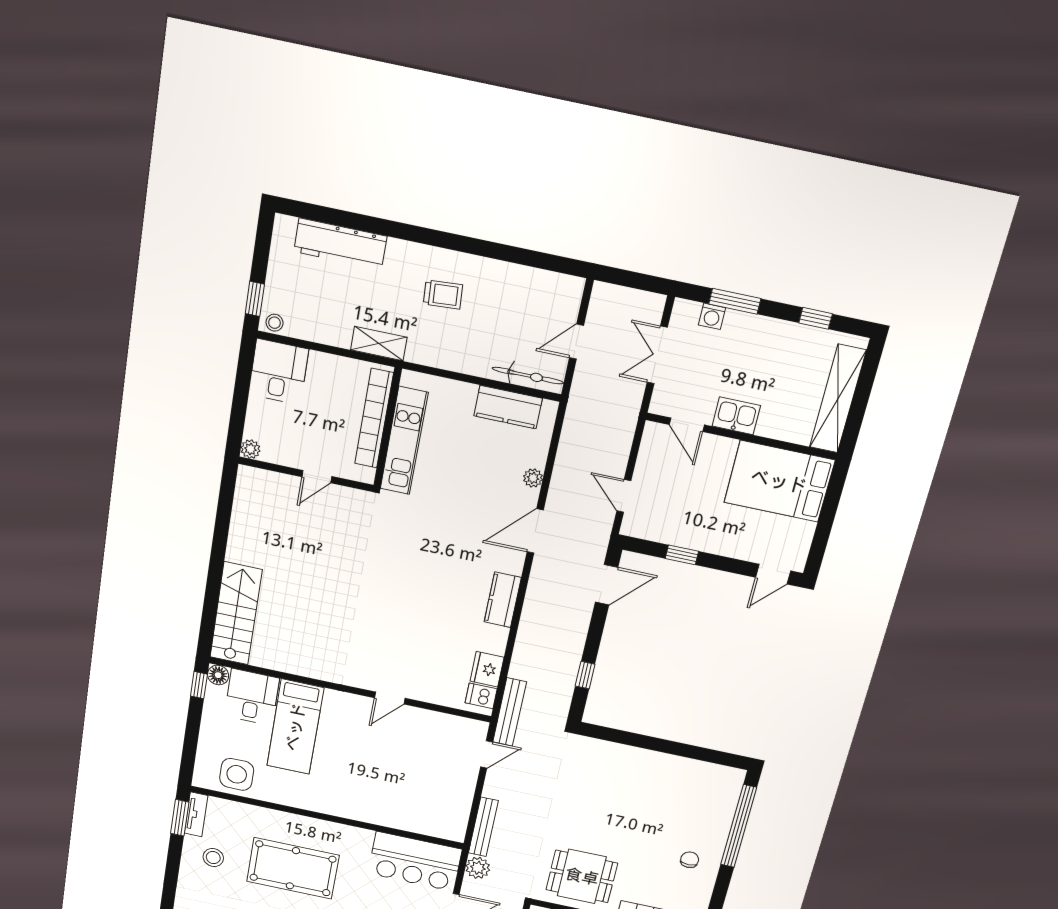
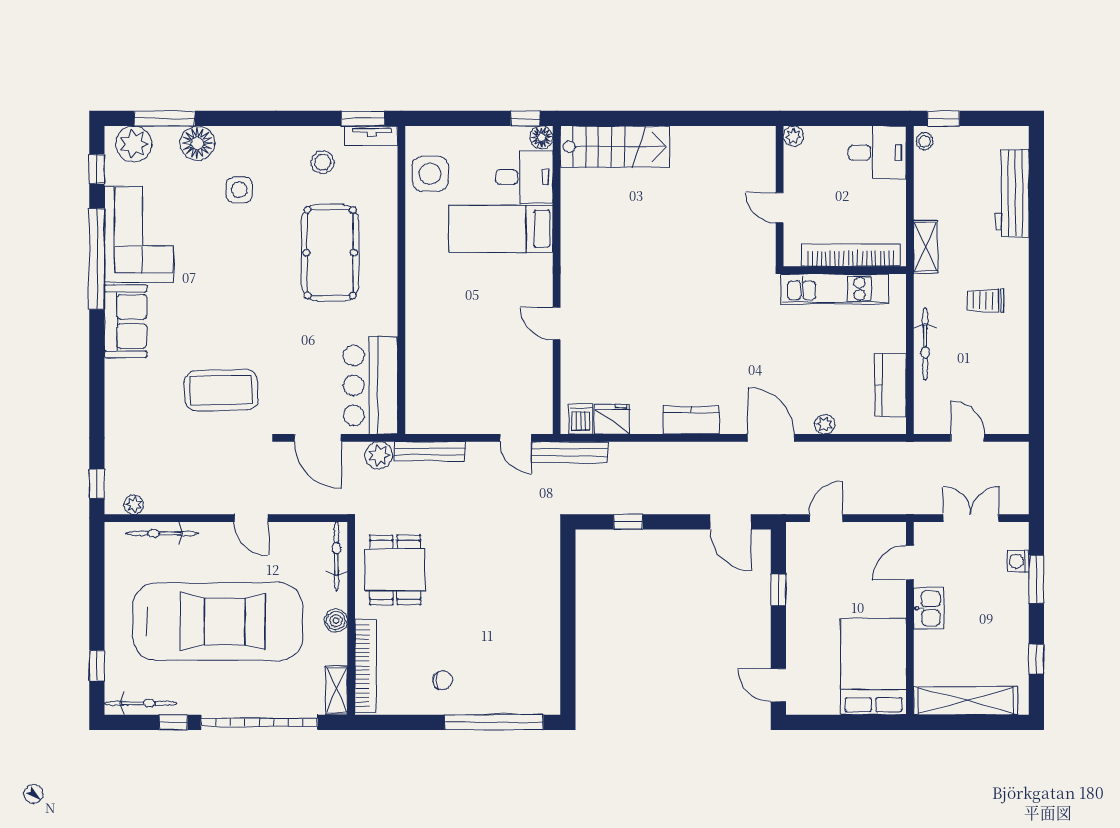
trolley: (443, 294) -> (985, 300), turned 94
bicycle: (528, 376) -> (925, 344), moved

